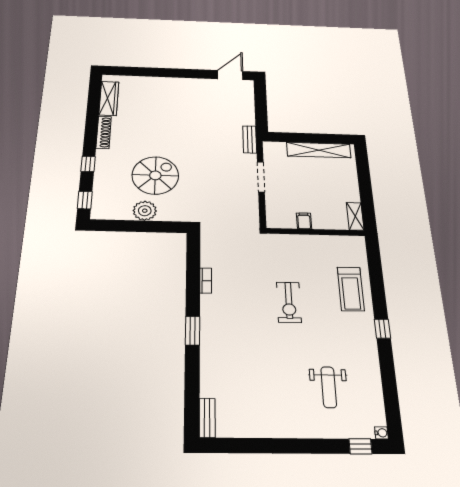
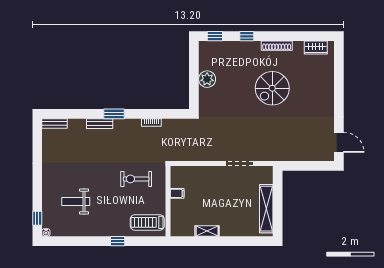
wardrobe: (109, 98) -> (316, 48), width x0.67
bench: (250, 139) -> (100, 124), moved
spiral stairs: (155, 175) -> (272, 88), moved, turned 90
filing cabinet: (304, 221) -> (177, 193), moved
wall: (316, 232) -> (168, 201), moved

